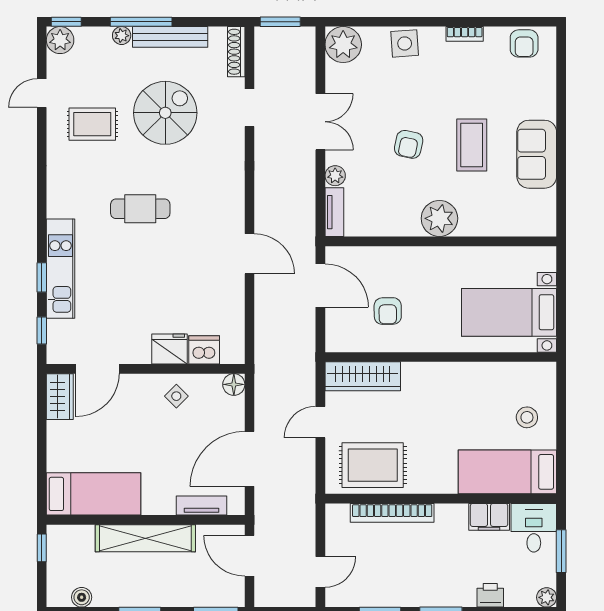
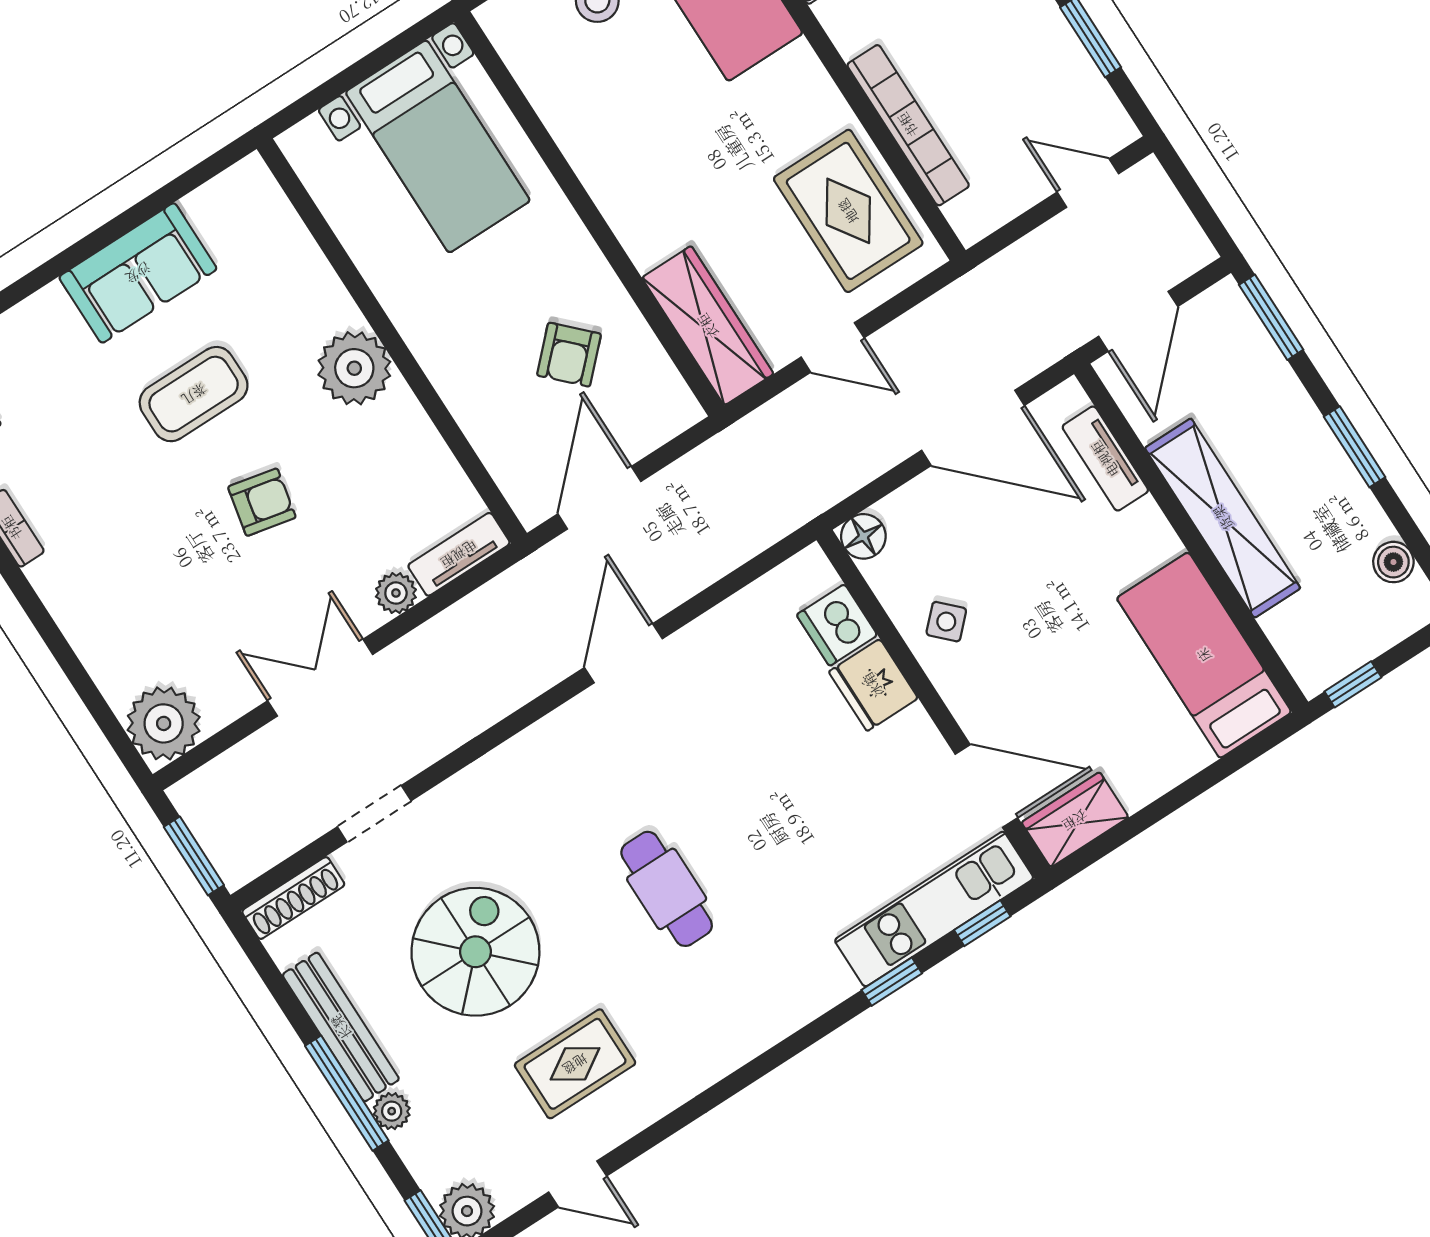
side table: (405, 43) -> (94, 620), removed
spiral stairs: (165, 113) -> (475, 952), turned 90
rug: (92, 124) -> (575, 1064), turned 90
kitchen unit: (60, 269) -> (934, 909), moved
armchair: (388, 311) -> (569, 355), turned 136

